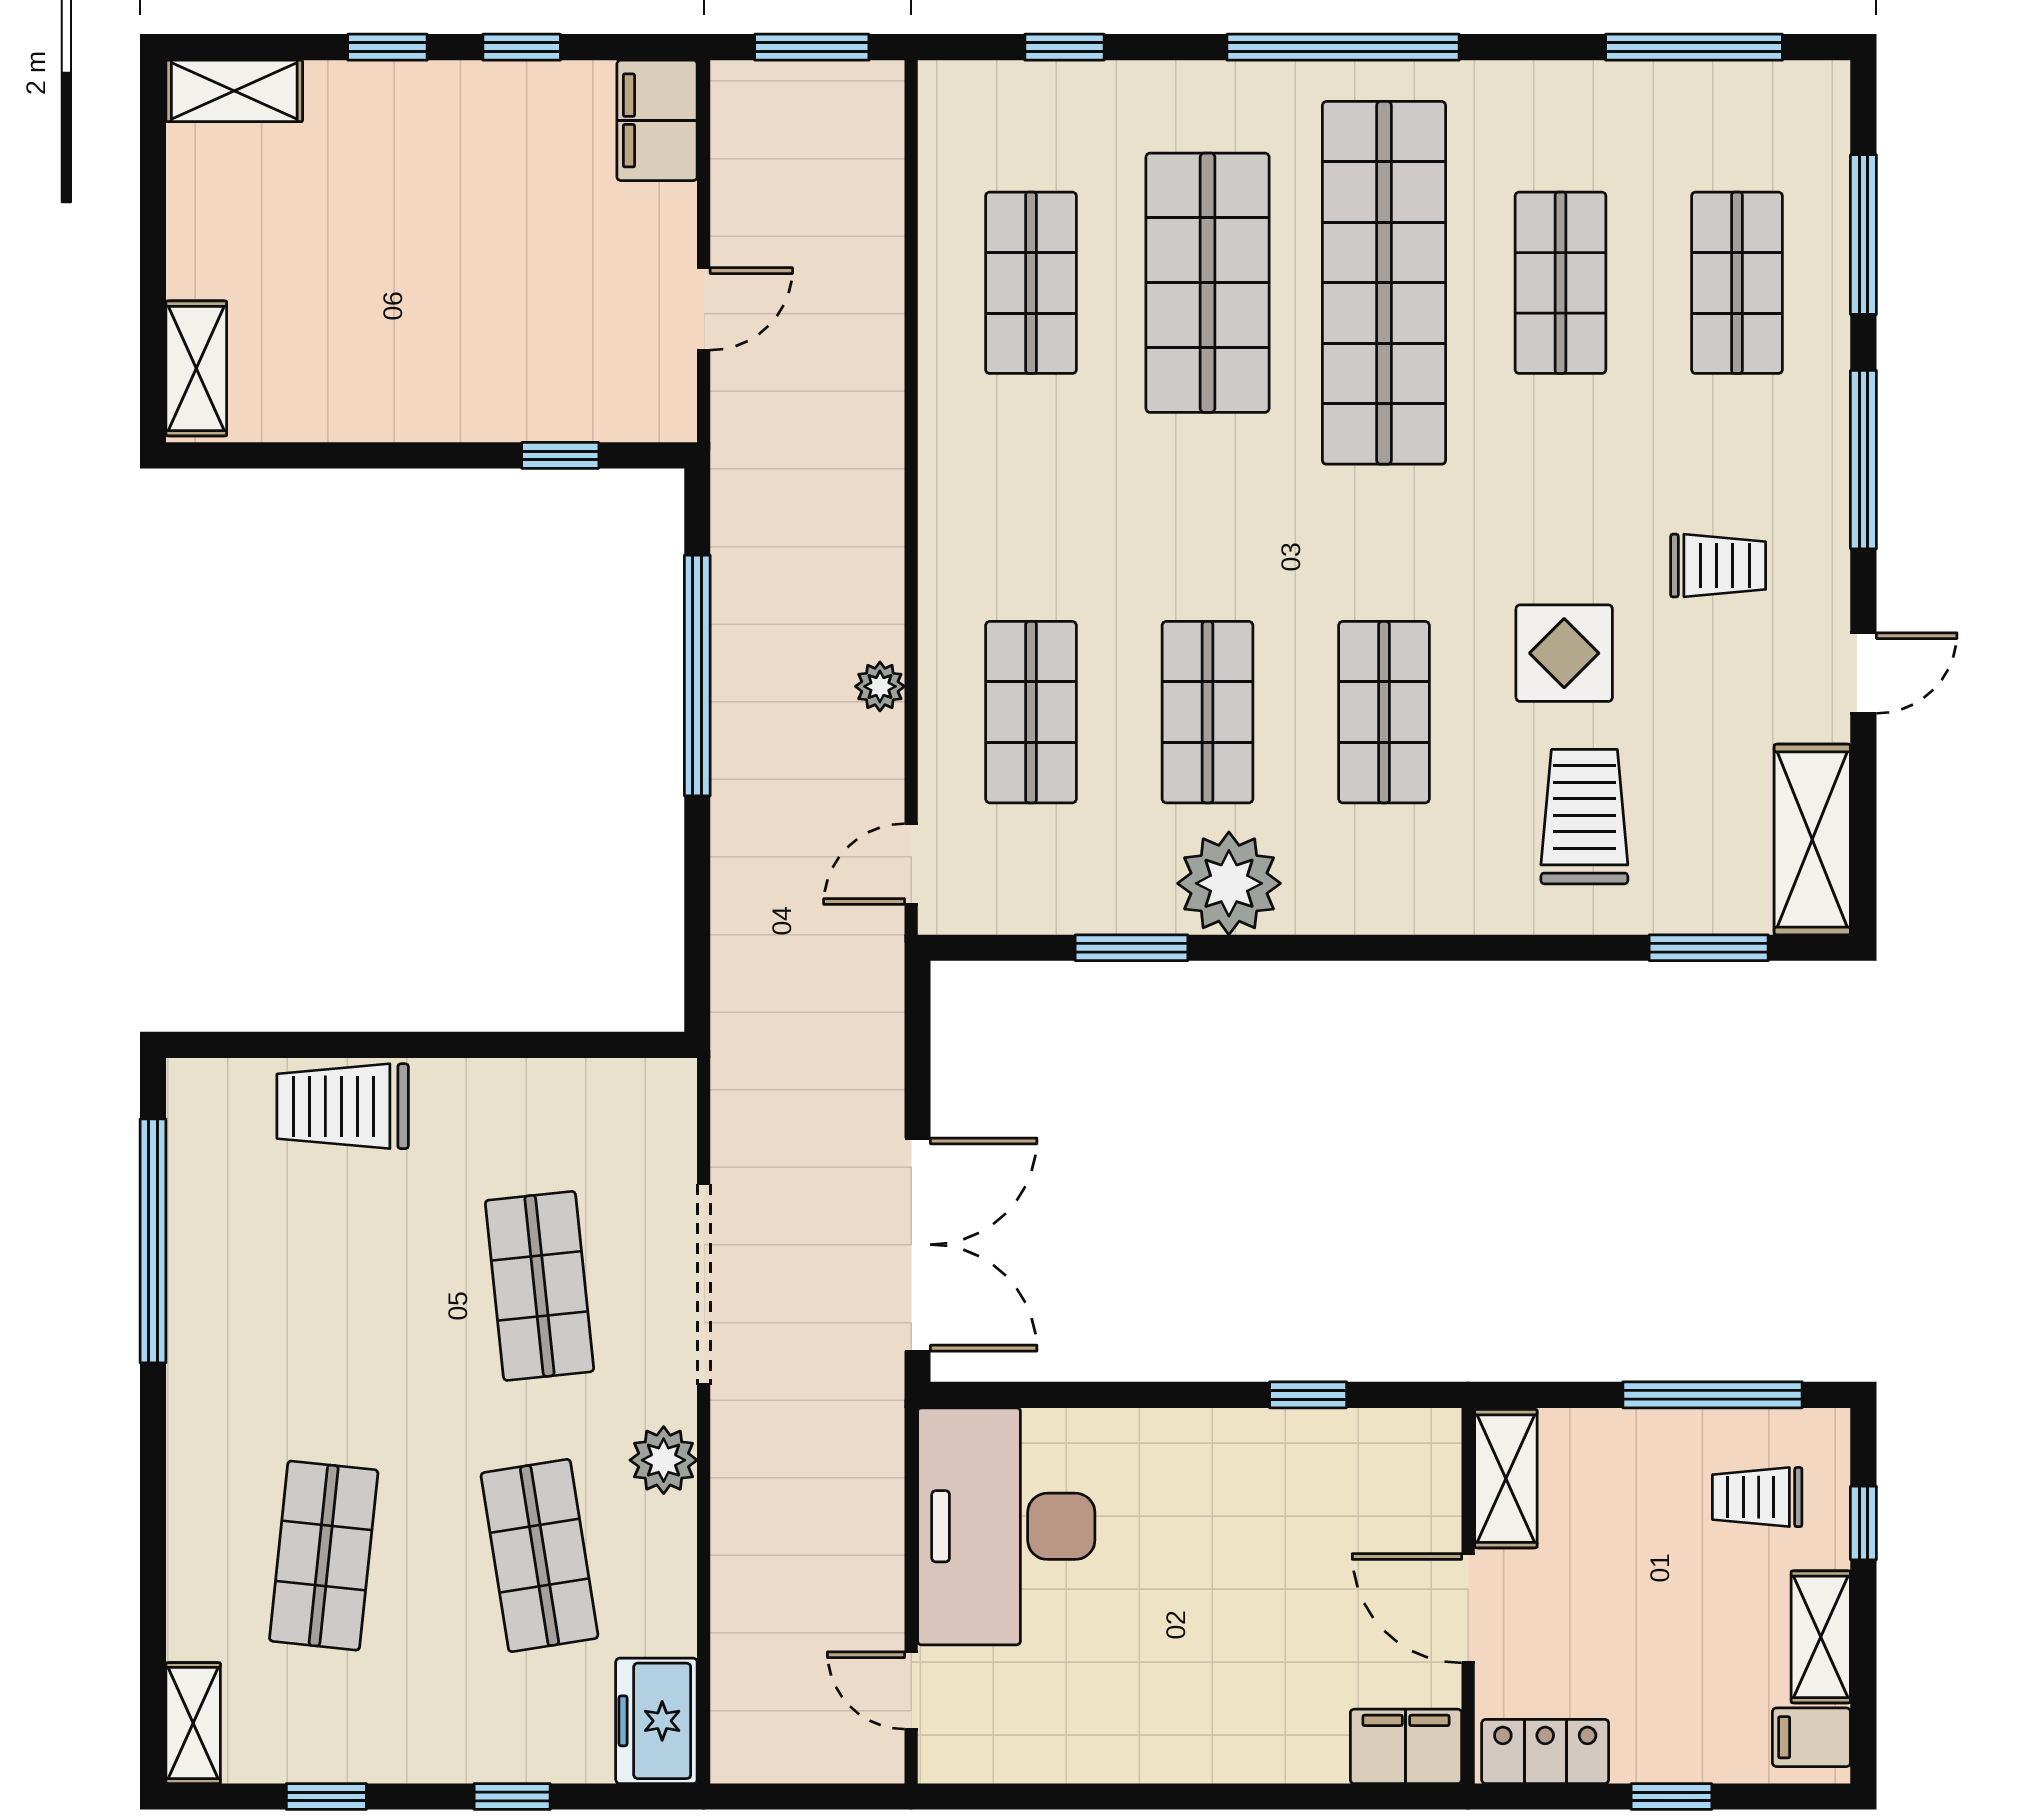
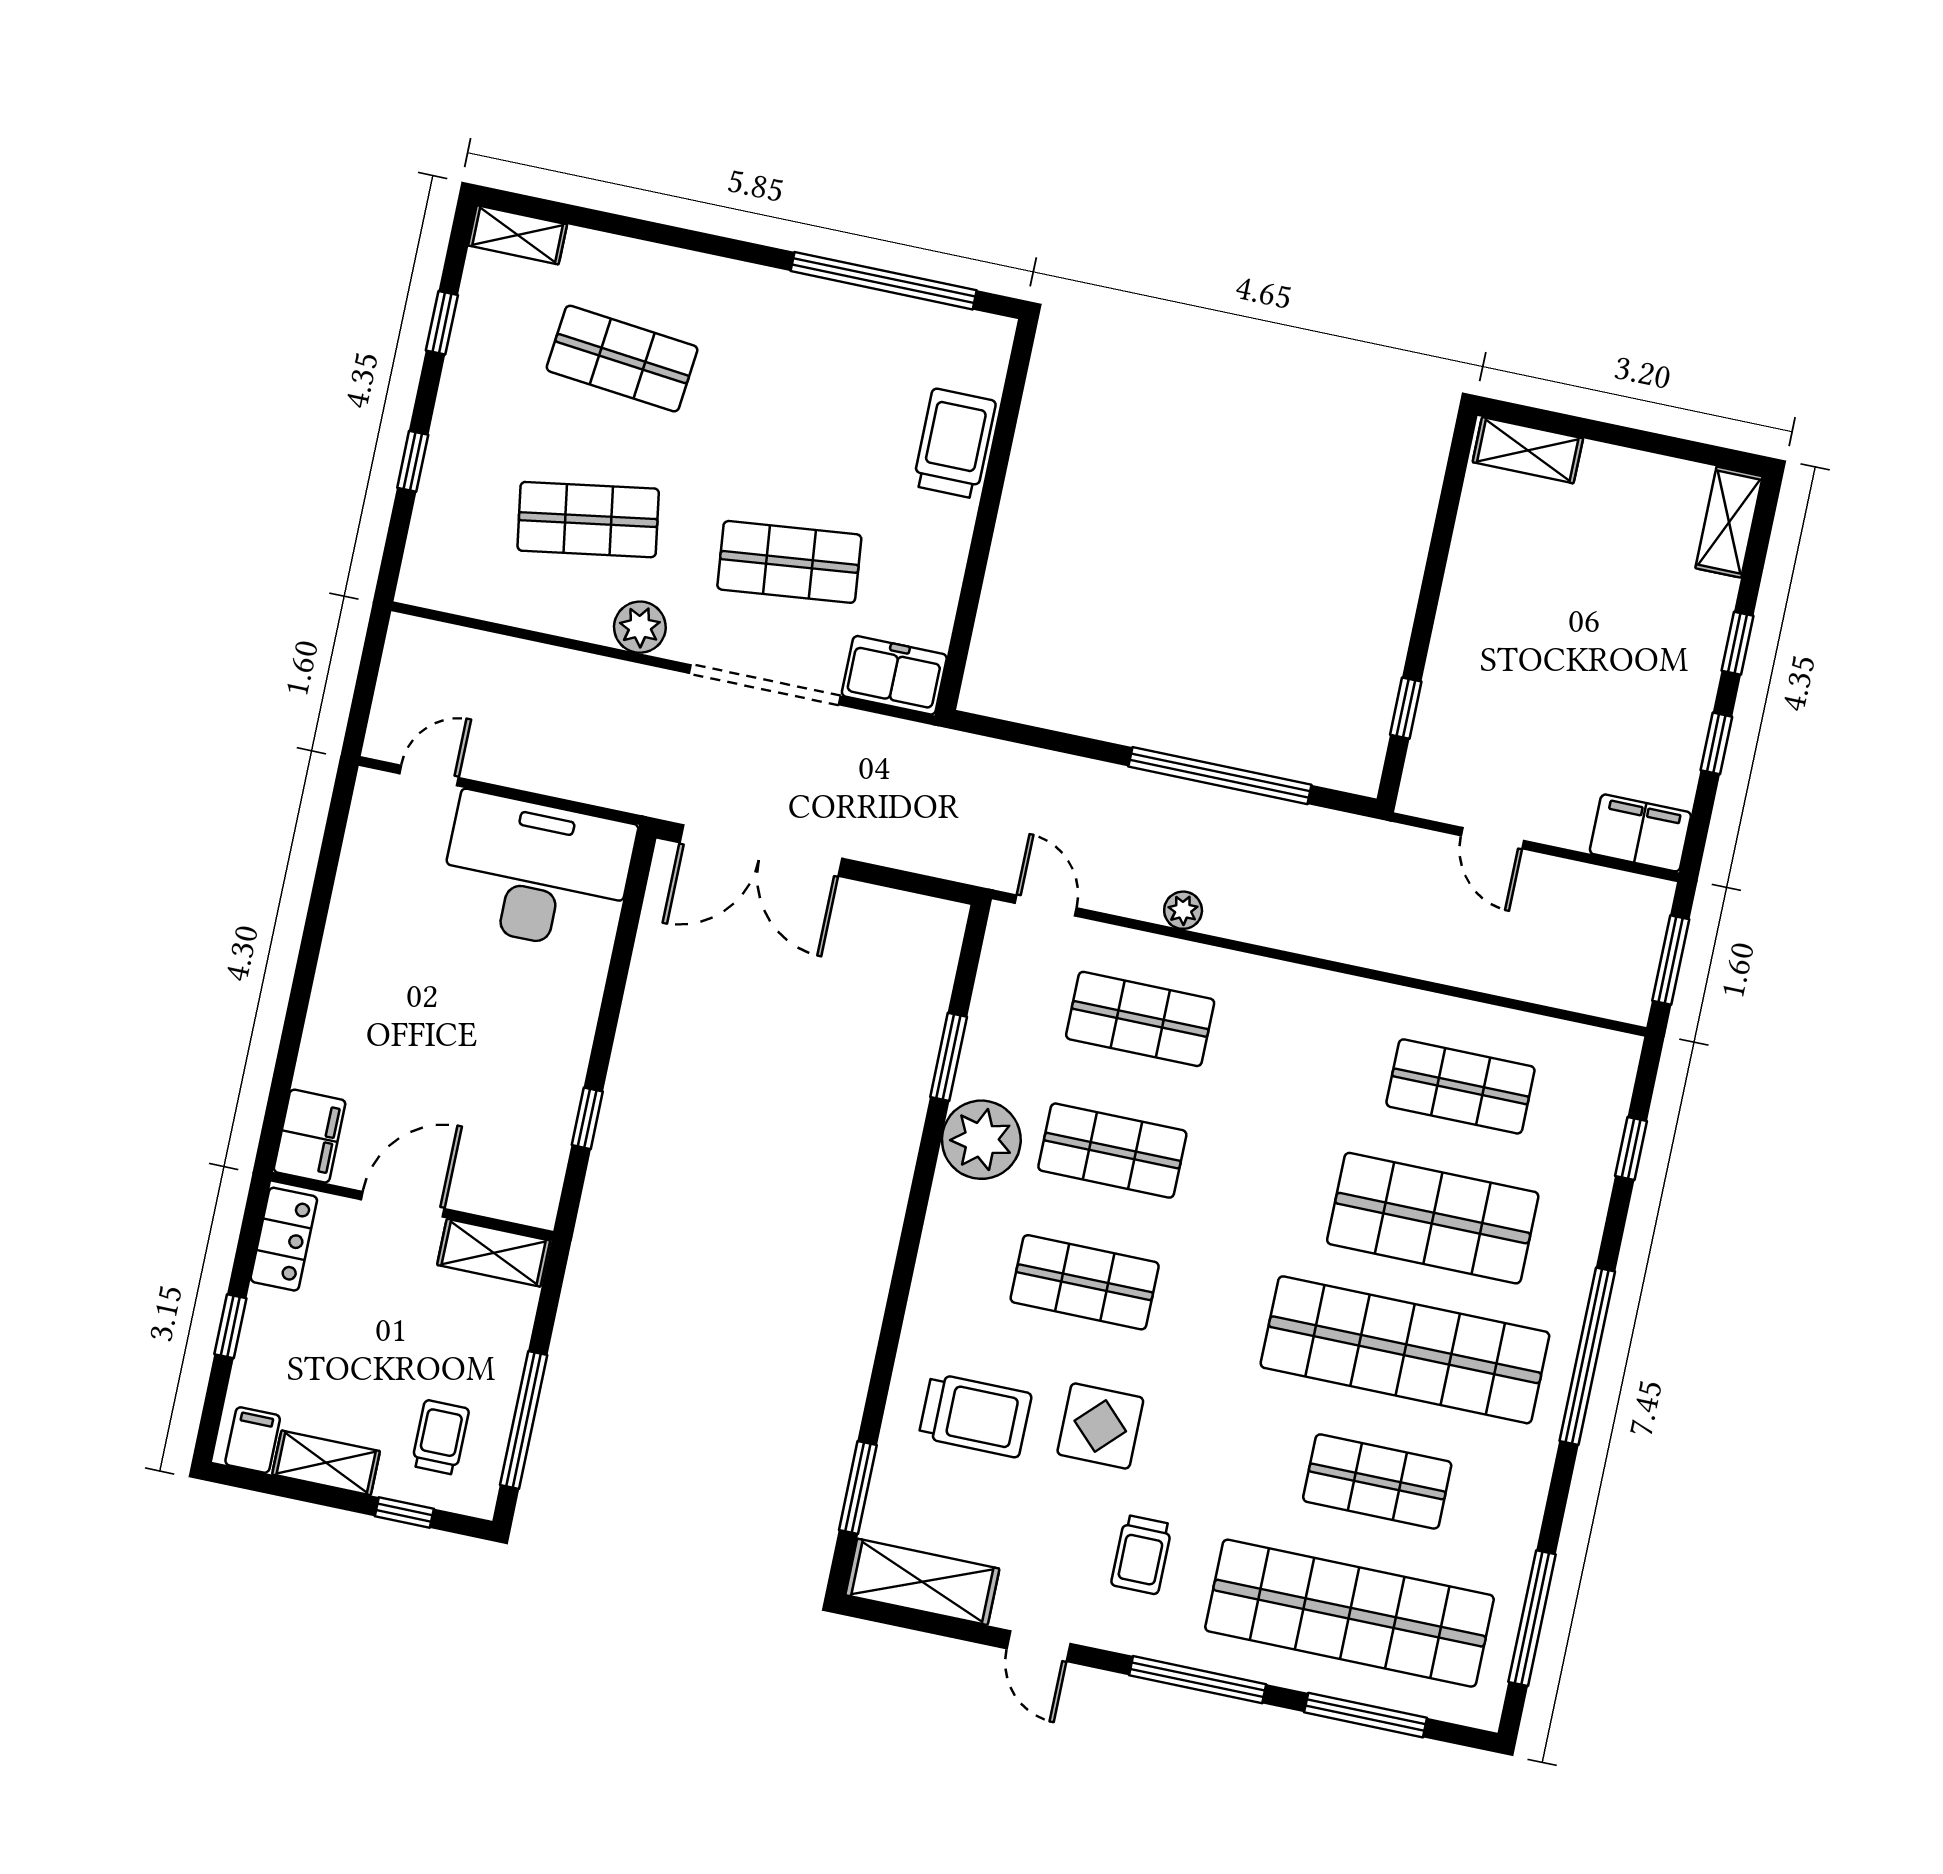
shop shelf: (1737, 283) -> (1349, 1613), width x2.00, depth x1.36
freezer: (656, 1721) -> (894, 675), moved

